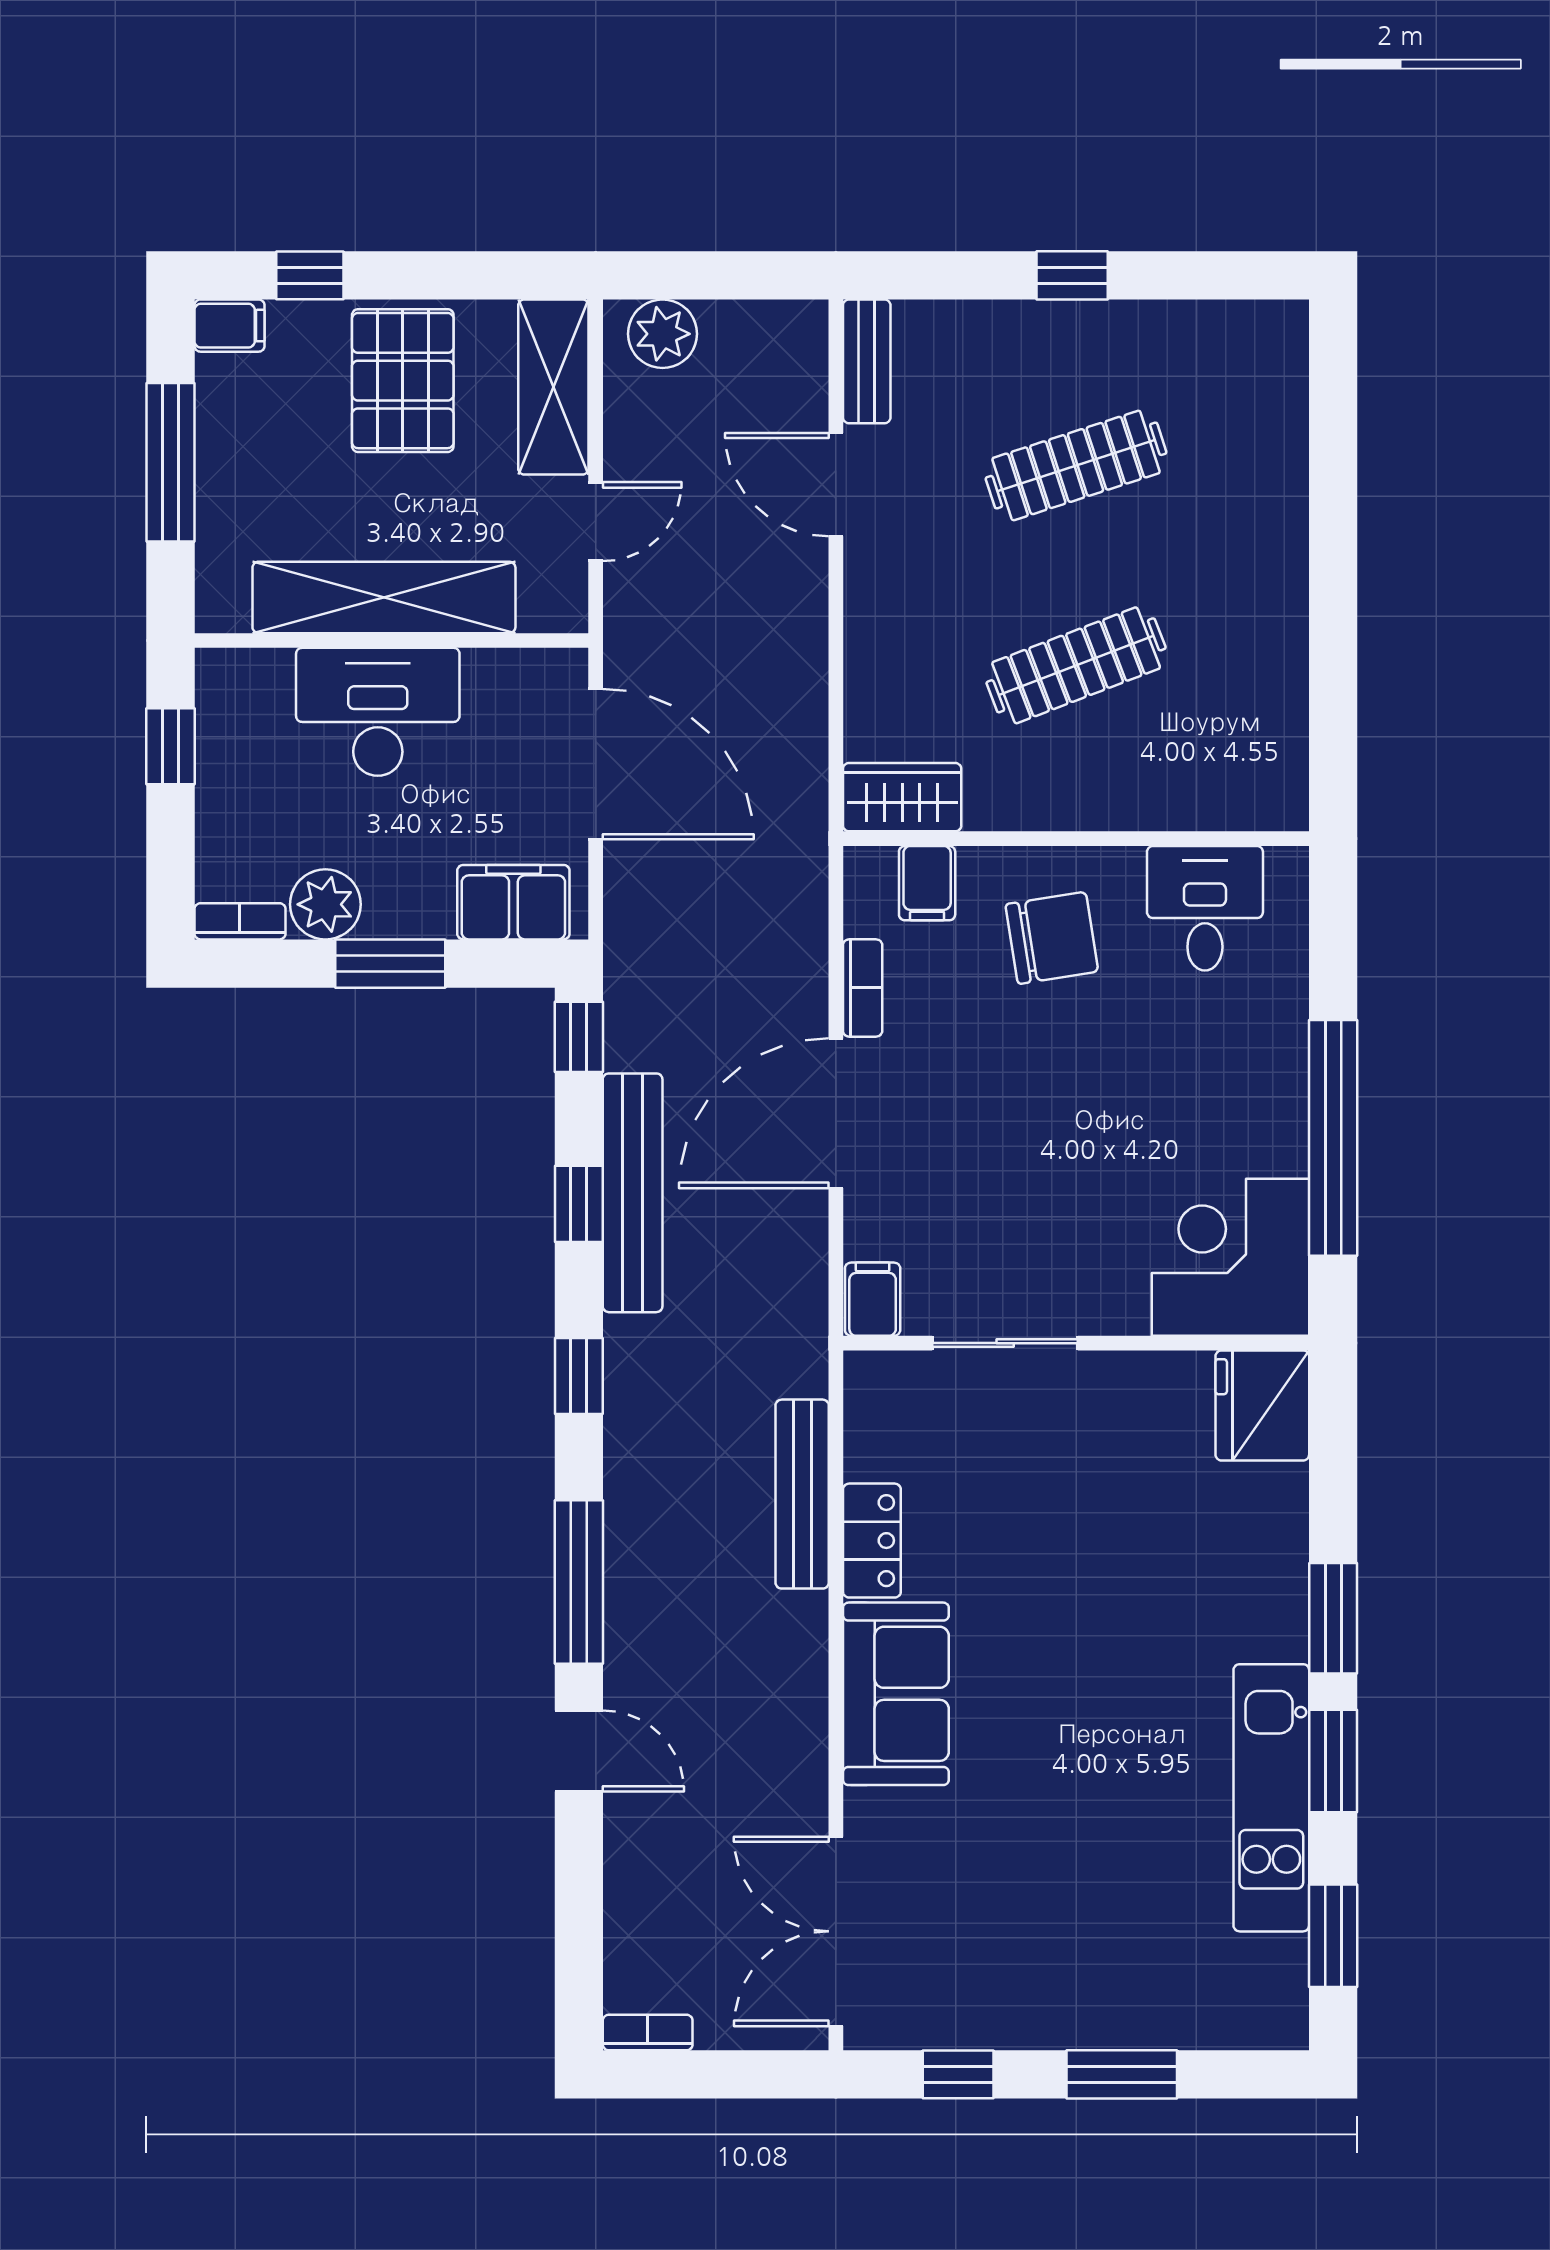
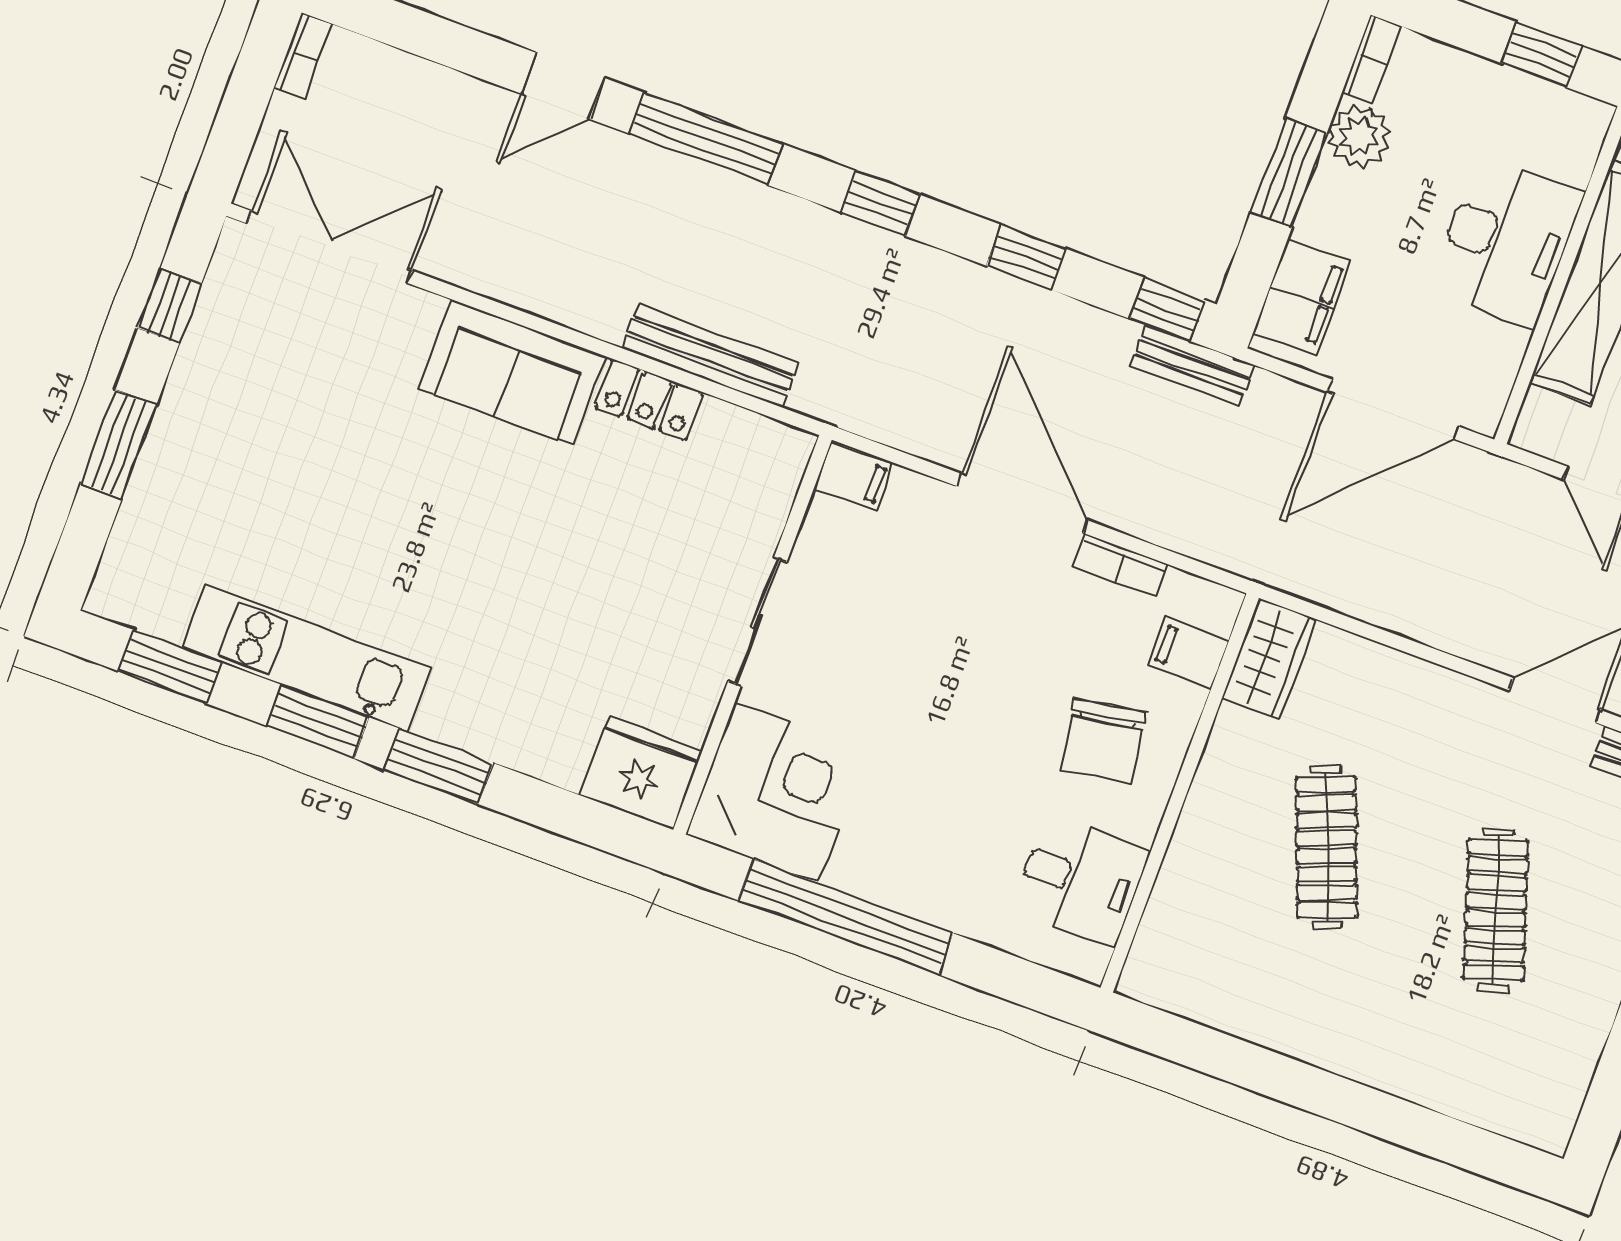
bench: (633, 1193) -> (1192, 365), moved, width x0.54, depth x0.82
sliding door: (1005, 1343) -> (757, 622), moved

